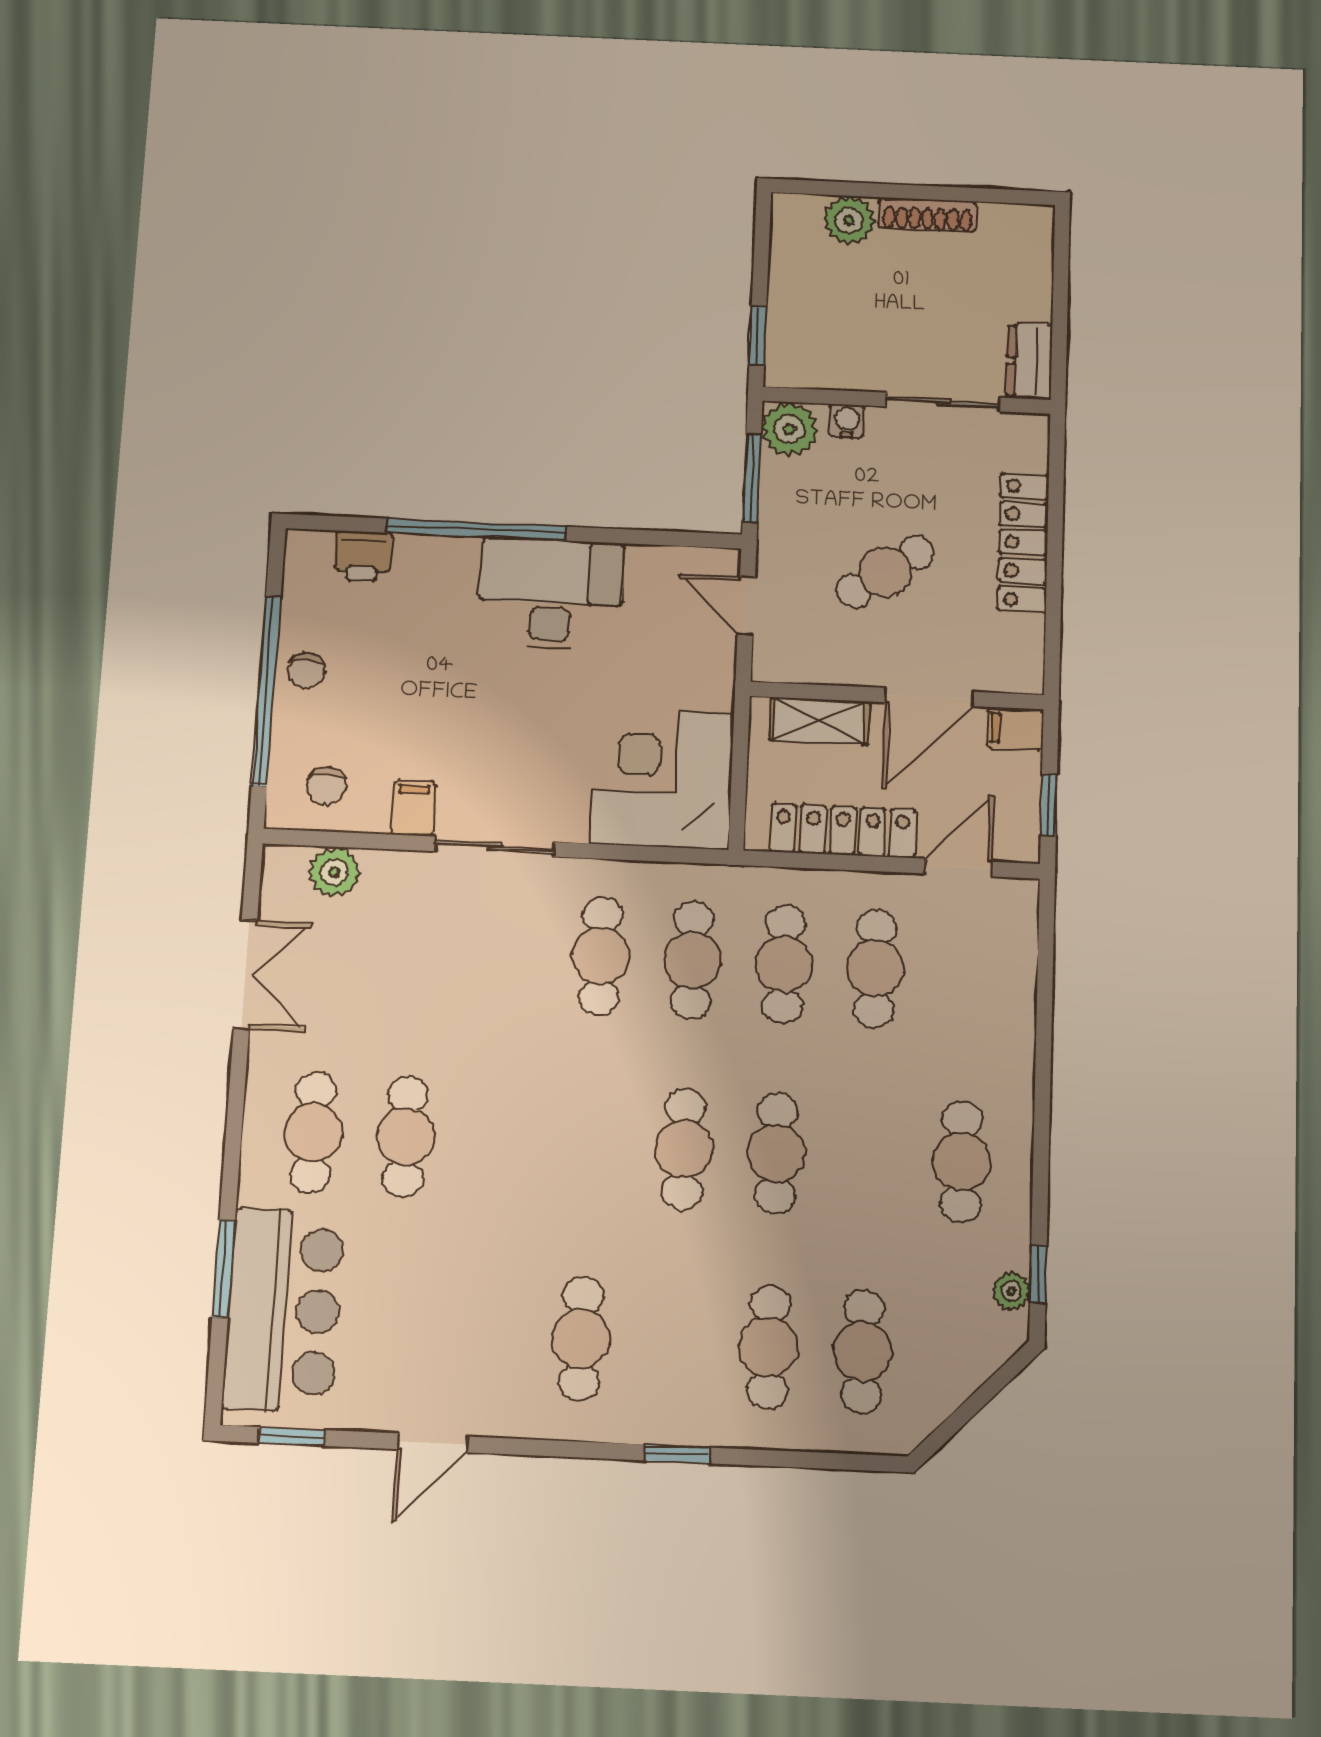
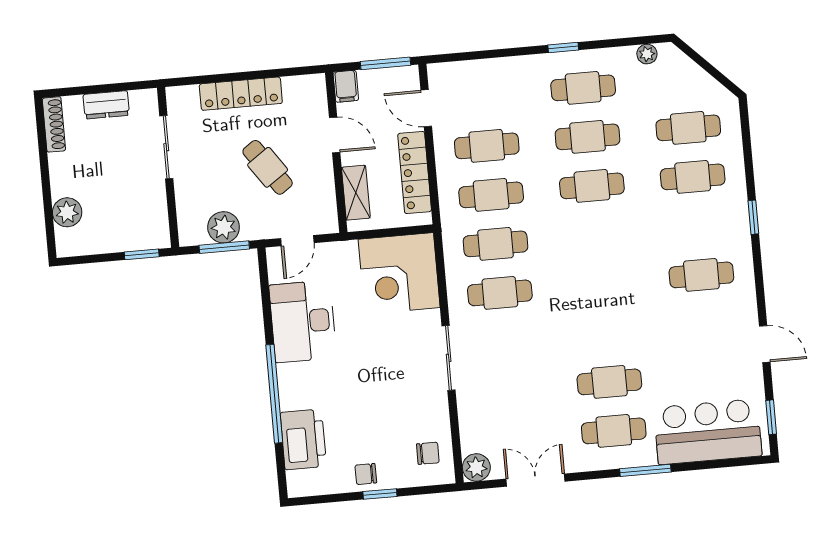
shoe rack: (927, 215) -> (54, 124), moved
dresser: (1029, 361) -> (106, 105), moved
water cooler: (847, 421) -> (185, 199), removed
plant: (789, 429) -> (224, 227), moved
printer: (363, 556) -> (303, 439), width x1.87, depth x1.48
desk: (551, 594) -> (303, 321), moved
chair: (307, 671) -> (366, 474), turned 180
window: (266, 691) -> (380, 494), width x0.32
door: (929, 697) -> (335, 135), width x0.73
window: (1049, 805) -> (385, 63), width x1.50
filing cabinet: (413, 808) -> (434, 405), removed
plant: (334, 872) -> (476, 467), moved
cafe table: (684, 1149) -> (588, 137), moved
window: (224, 1269) -> (645, 470), moved
window: (1038, 1274) -> (563, 47), moved

